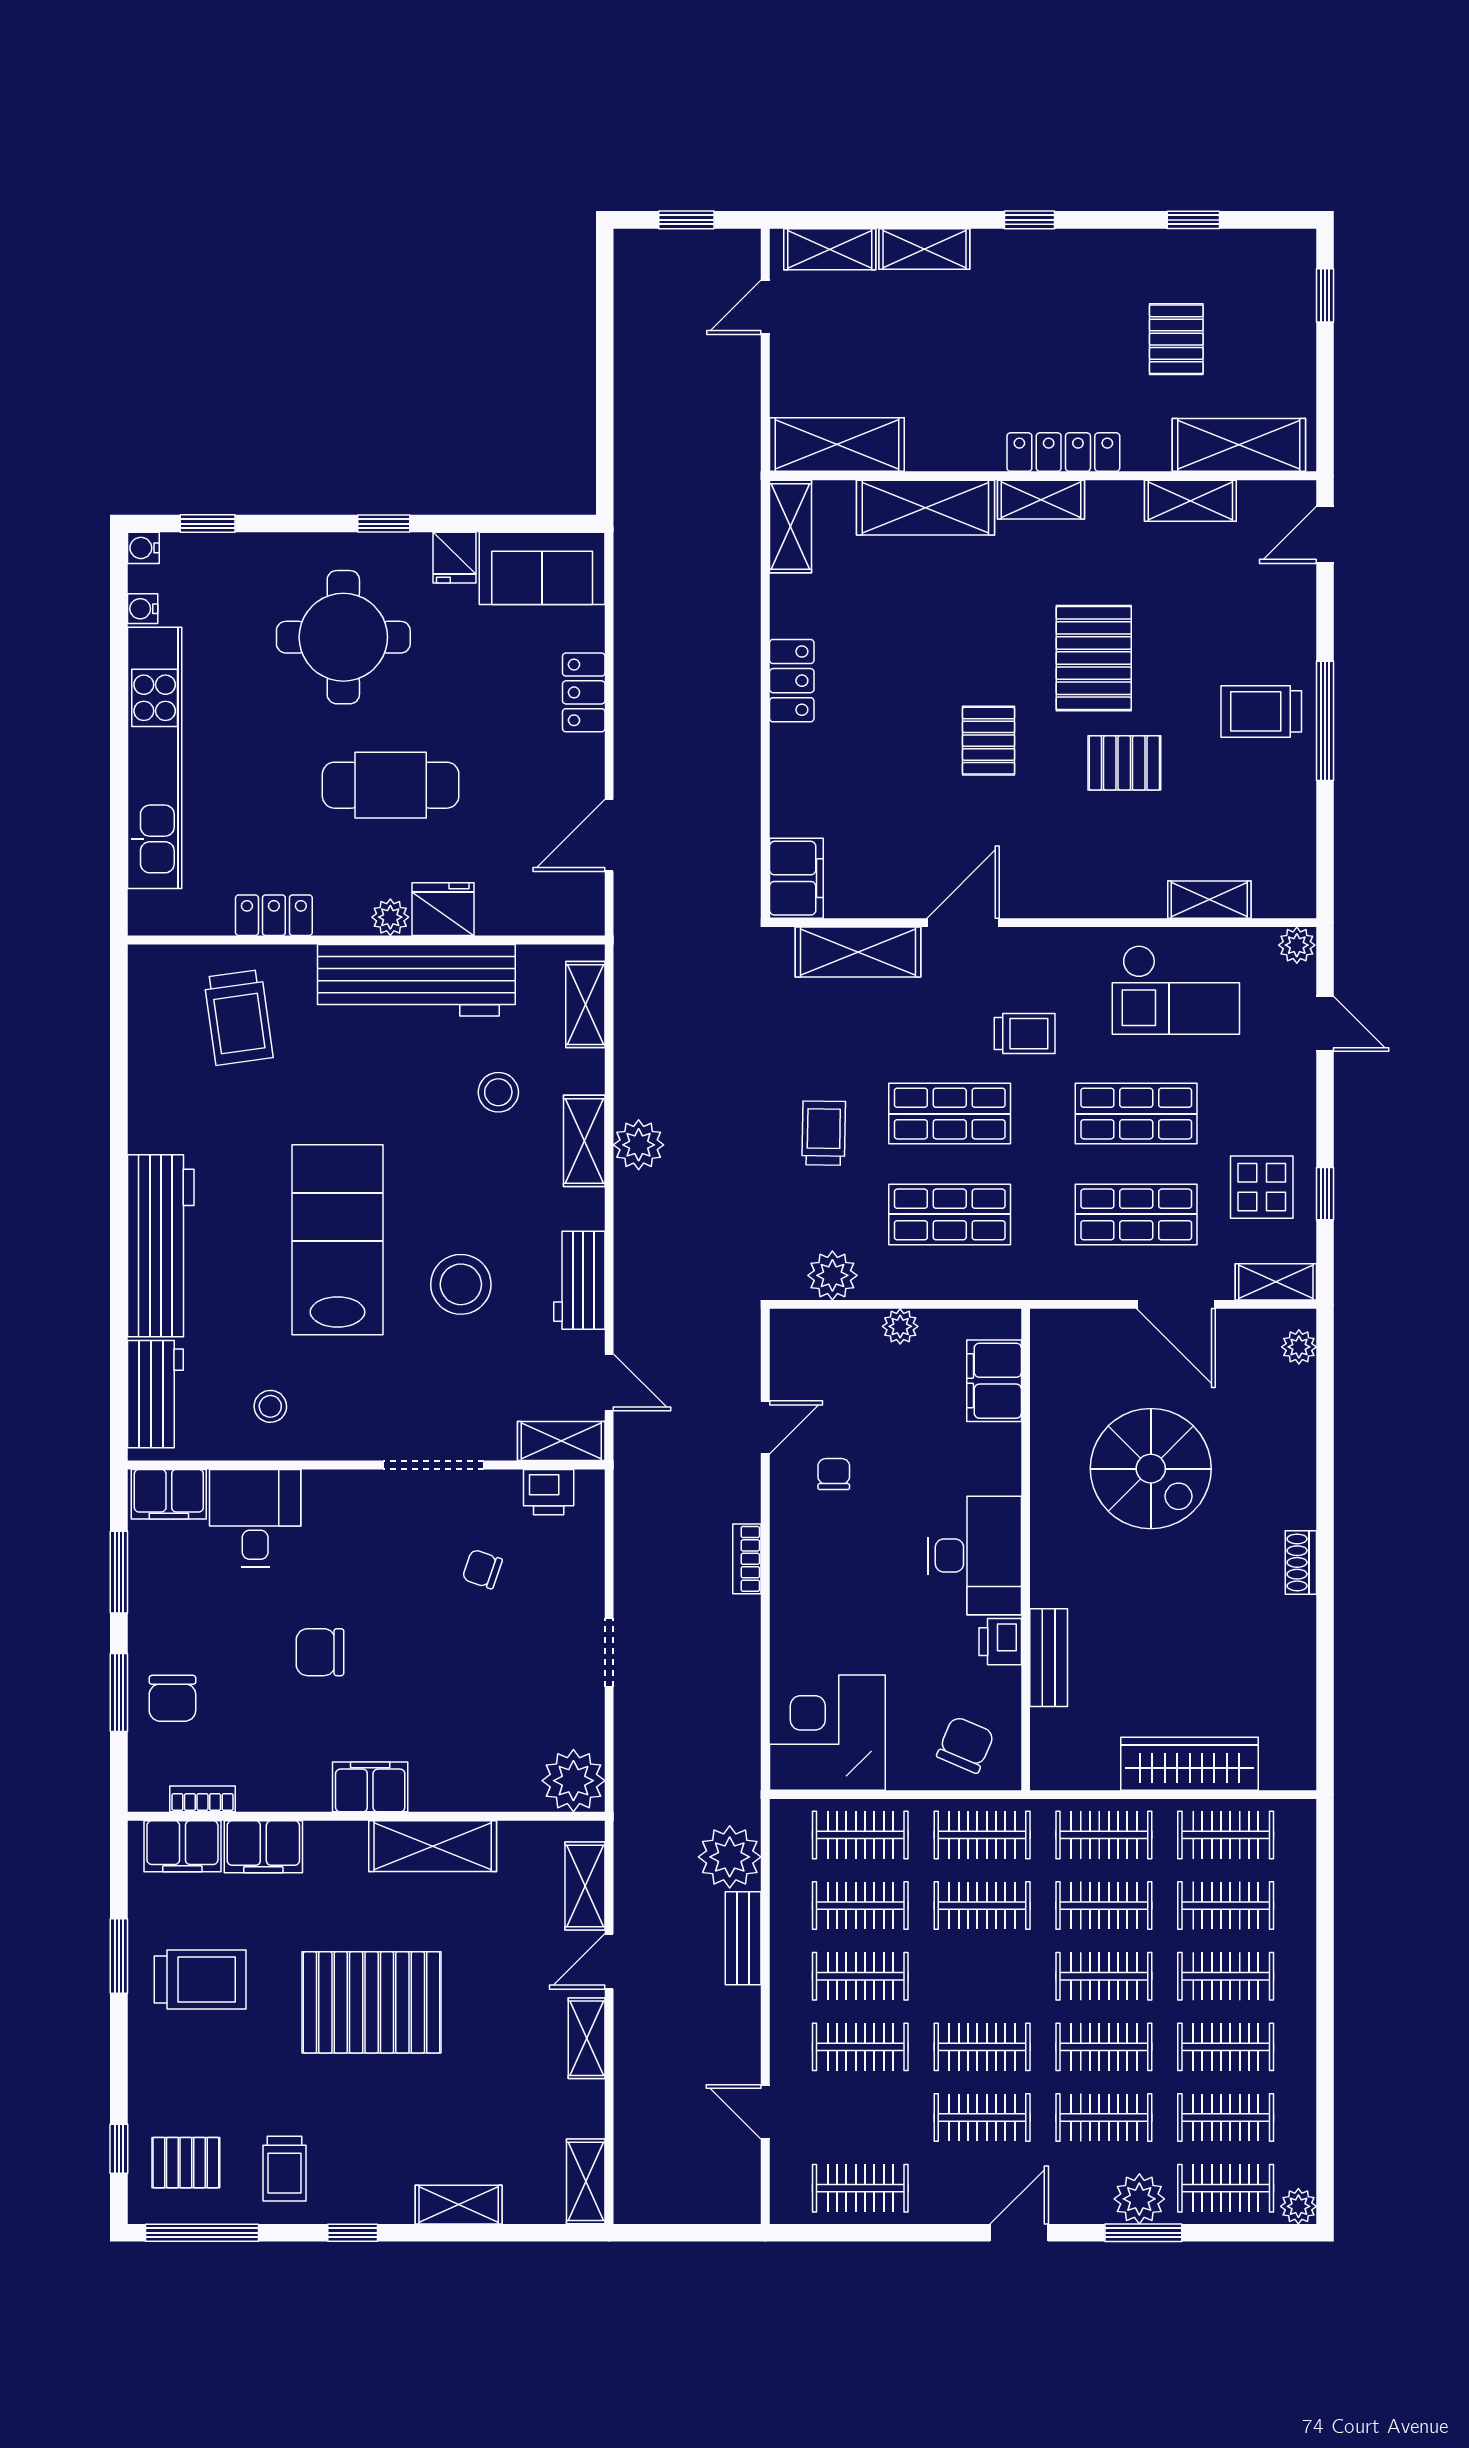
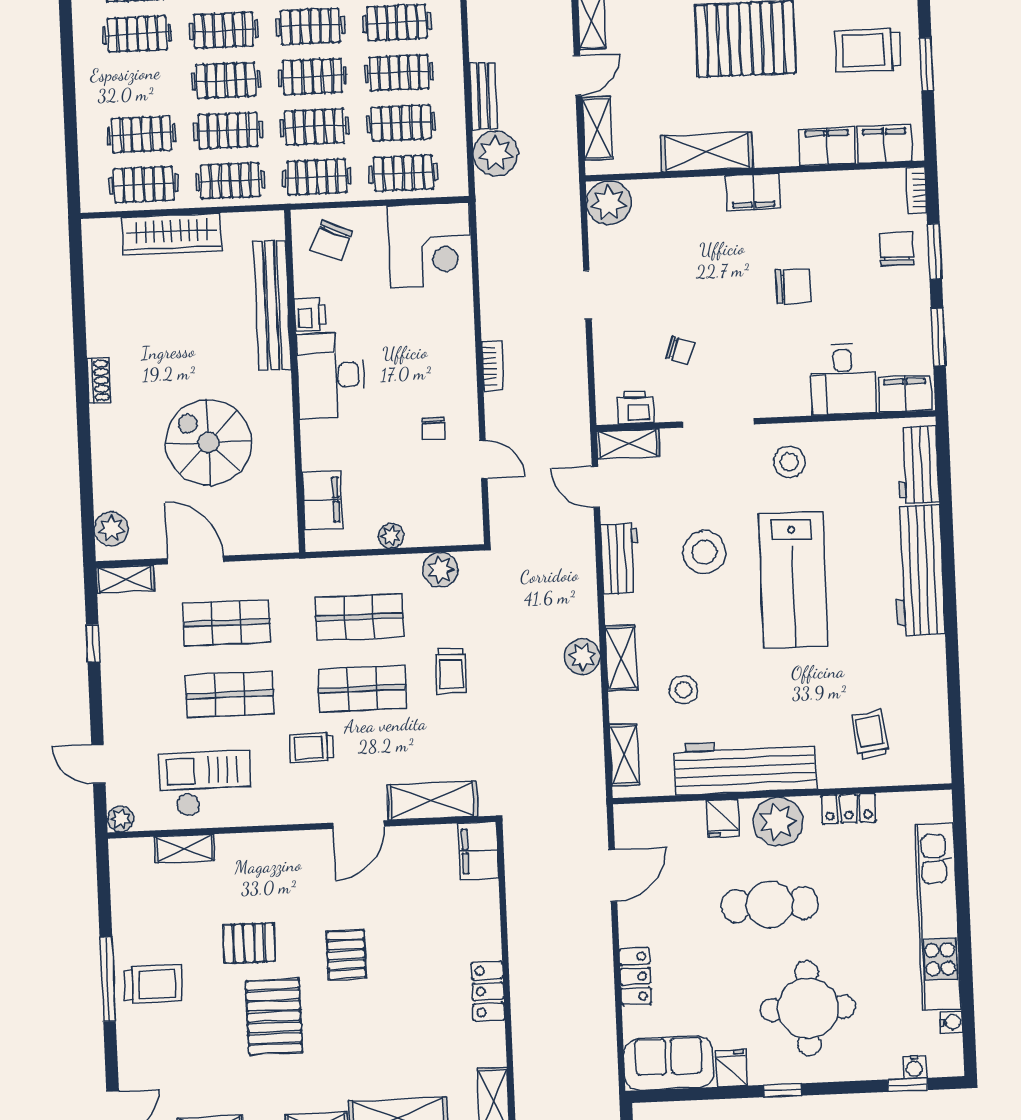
water cooler: (143, 548) -> (914, 1067), moved, turned 90
fridge: (443, 909) -> (723, 818), width x0.72
plant: (390, 917) -> (778, 822), width x1.88, depth x1.88
trolley: (238, 1017) -> (871, 735), width x0.73, depth x0.72
display table: (1262, 1187) -> (138, 646), removed
plant: (1299, 1347) -> (111, 529), width x1.38, depth x1.38
stool: (270, 1406) -> (789, 462), moved, width x1.37, depth x1.37
door: (765, 1427) -> (483, 460), swing flipped
bench: (1049, 1658) -> (272, 305), width x1.86, depth x1.21
bookcase: (203, 1799) -> (916, 190), moved, turned 90
clothes rail: (1226, 1976) -> (312, 77), moved

